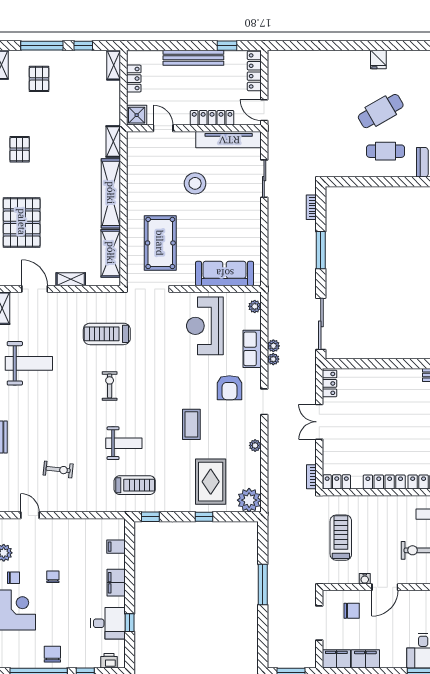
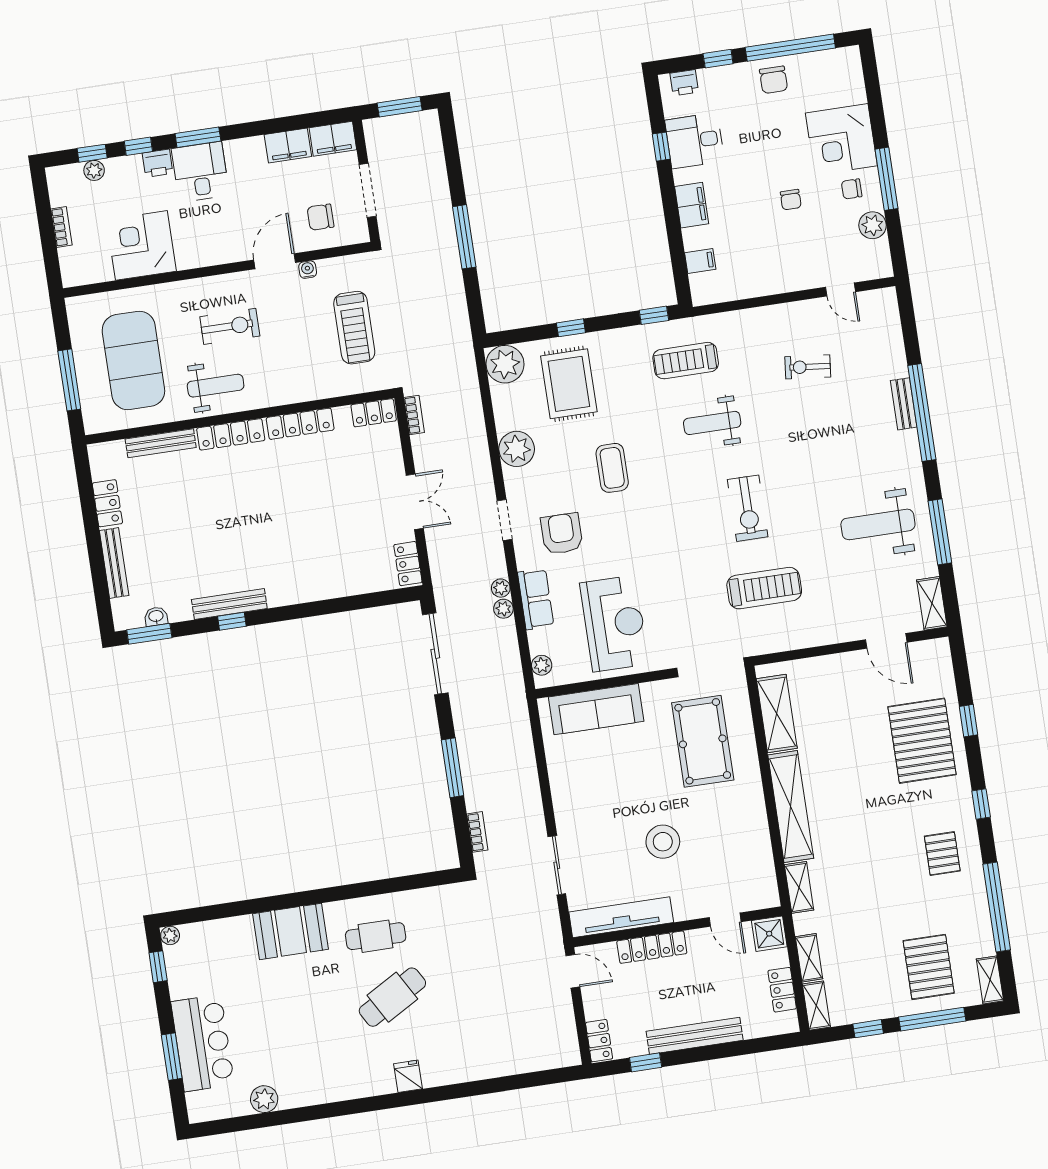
locker: (254, 71) -> (599, 1041), width x0.66
pallet: (39, 79) -> (929, 967), width x1.50, depth x1.42
shelving: (71, 279) -> (809, 958), moved, turned 90
exercise bike: (110, 386) -> (748, 508), width x1.38, depth x1.39
plant: (255, 445) -> (517, 449), width x1.88, depth x1.88

